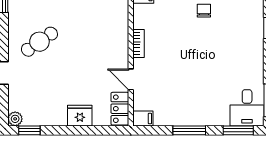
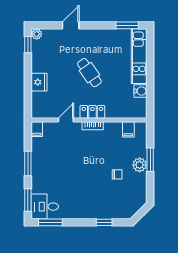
cafe table: (39, 42) -> (89, 73), moved
locker: (120, 109) -> (92, 112), moved

